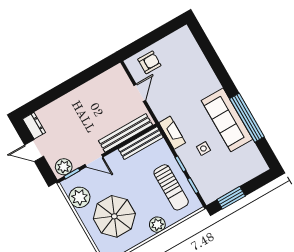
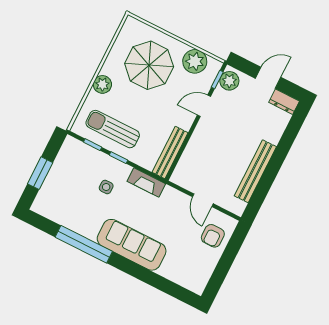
sofa: (227, 120) -> (132, 245), moved
bench: (125, 133) -> (255, 171), moved
window: (231, 198) -> (40, 173), moved

